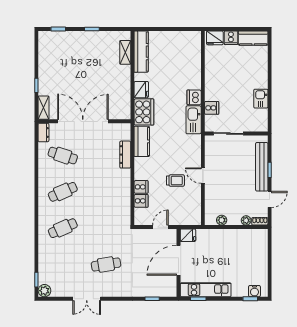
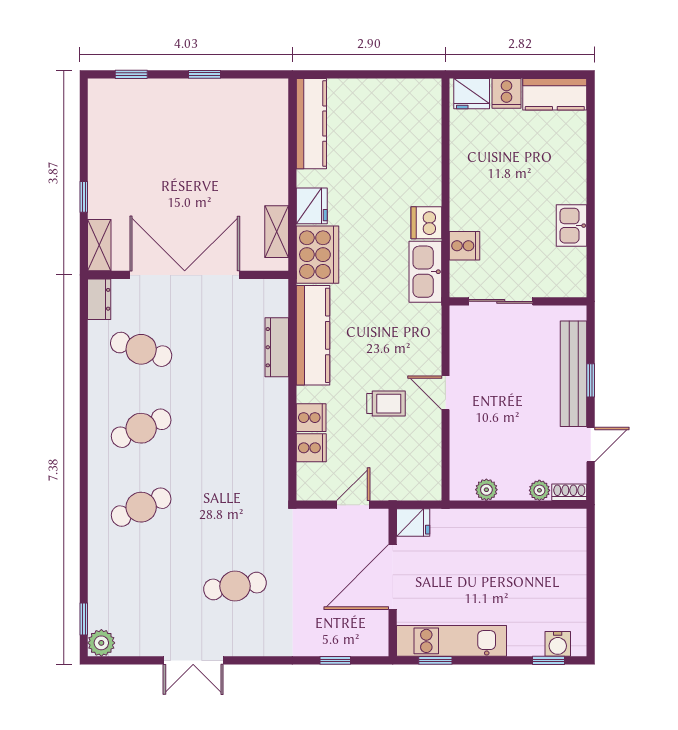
shelving: (125, 52) -> (277, 232), moved
kitchen counter: (142, 141) -> (313, 335), width x1.50

